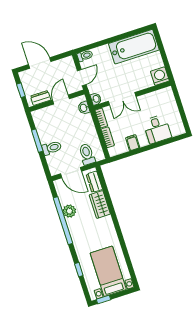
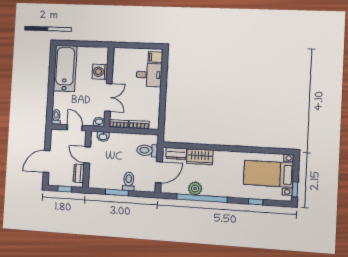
washing machine: (160, 76) -> (100, 72), moved
filing cabinet: (133, 143) -> (155, 57), moved

